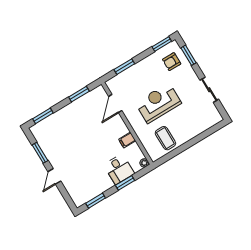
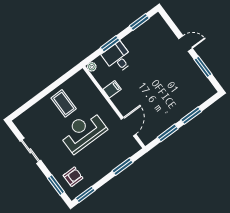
reception desk: (158, 103) -> (83, 132), turned 180
window: (43, 116) -> (191, 116), moved
coffee table: (165, 138) -> (64, 103), moved
door: (54, 176) -> (185, 43), hinge flipped

